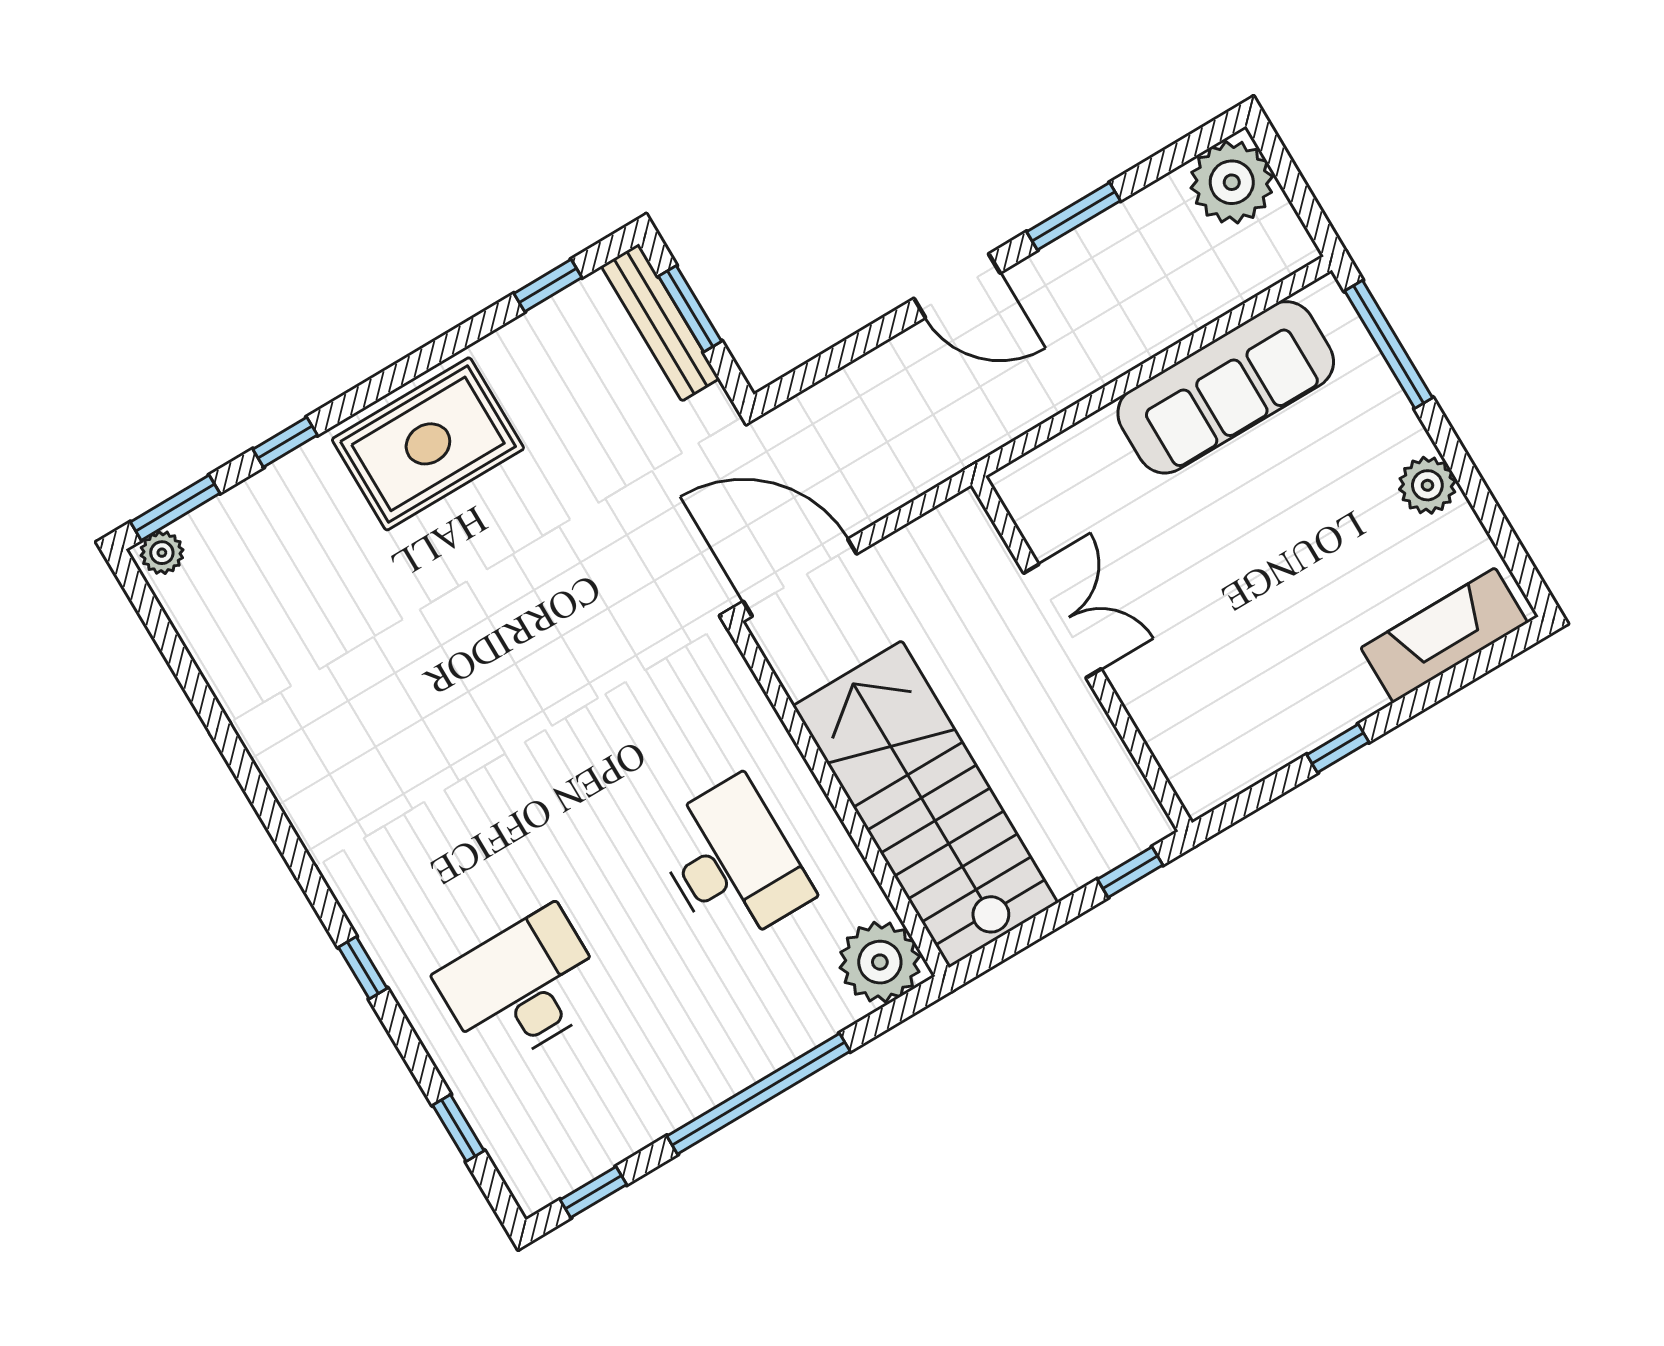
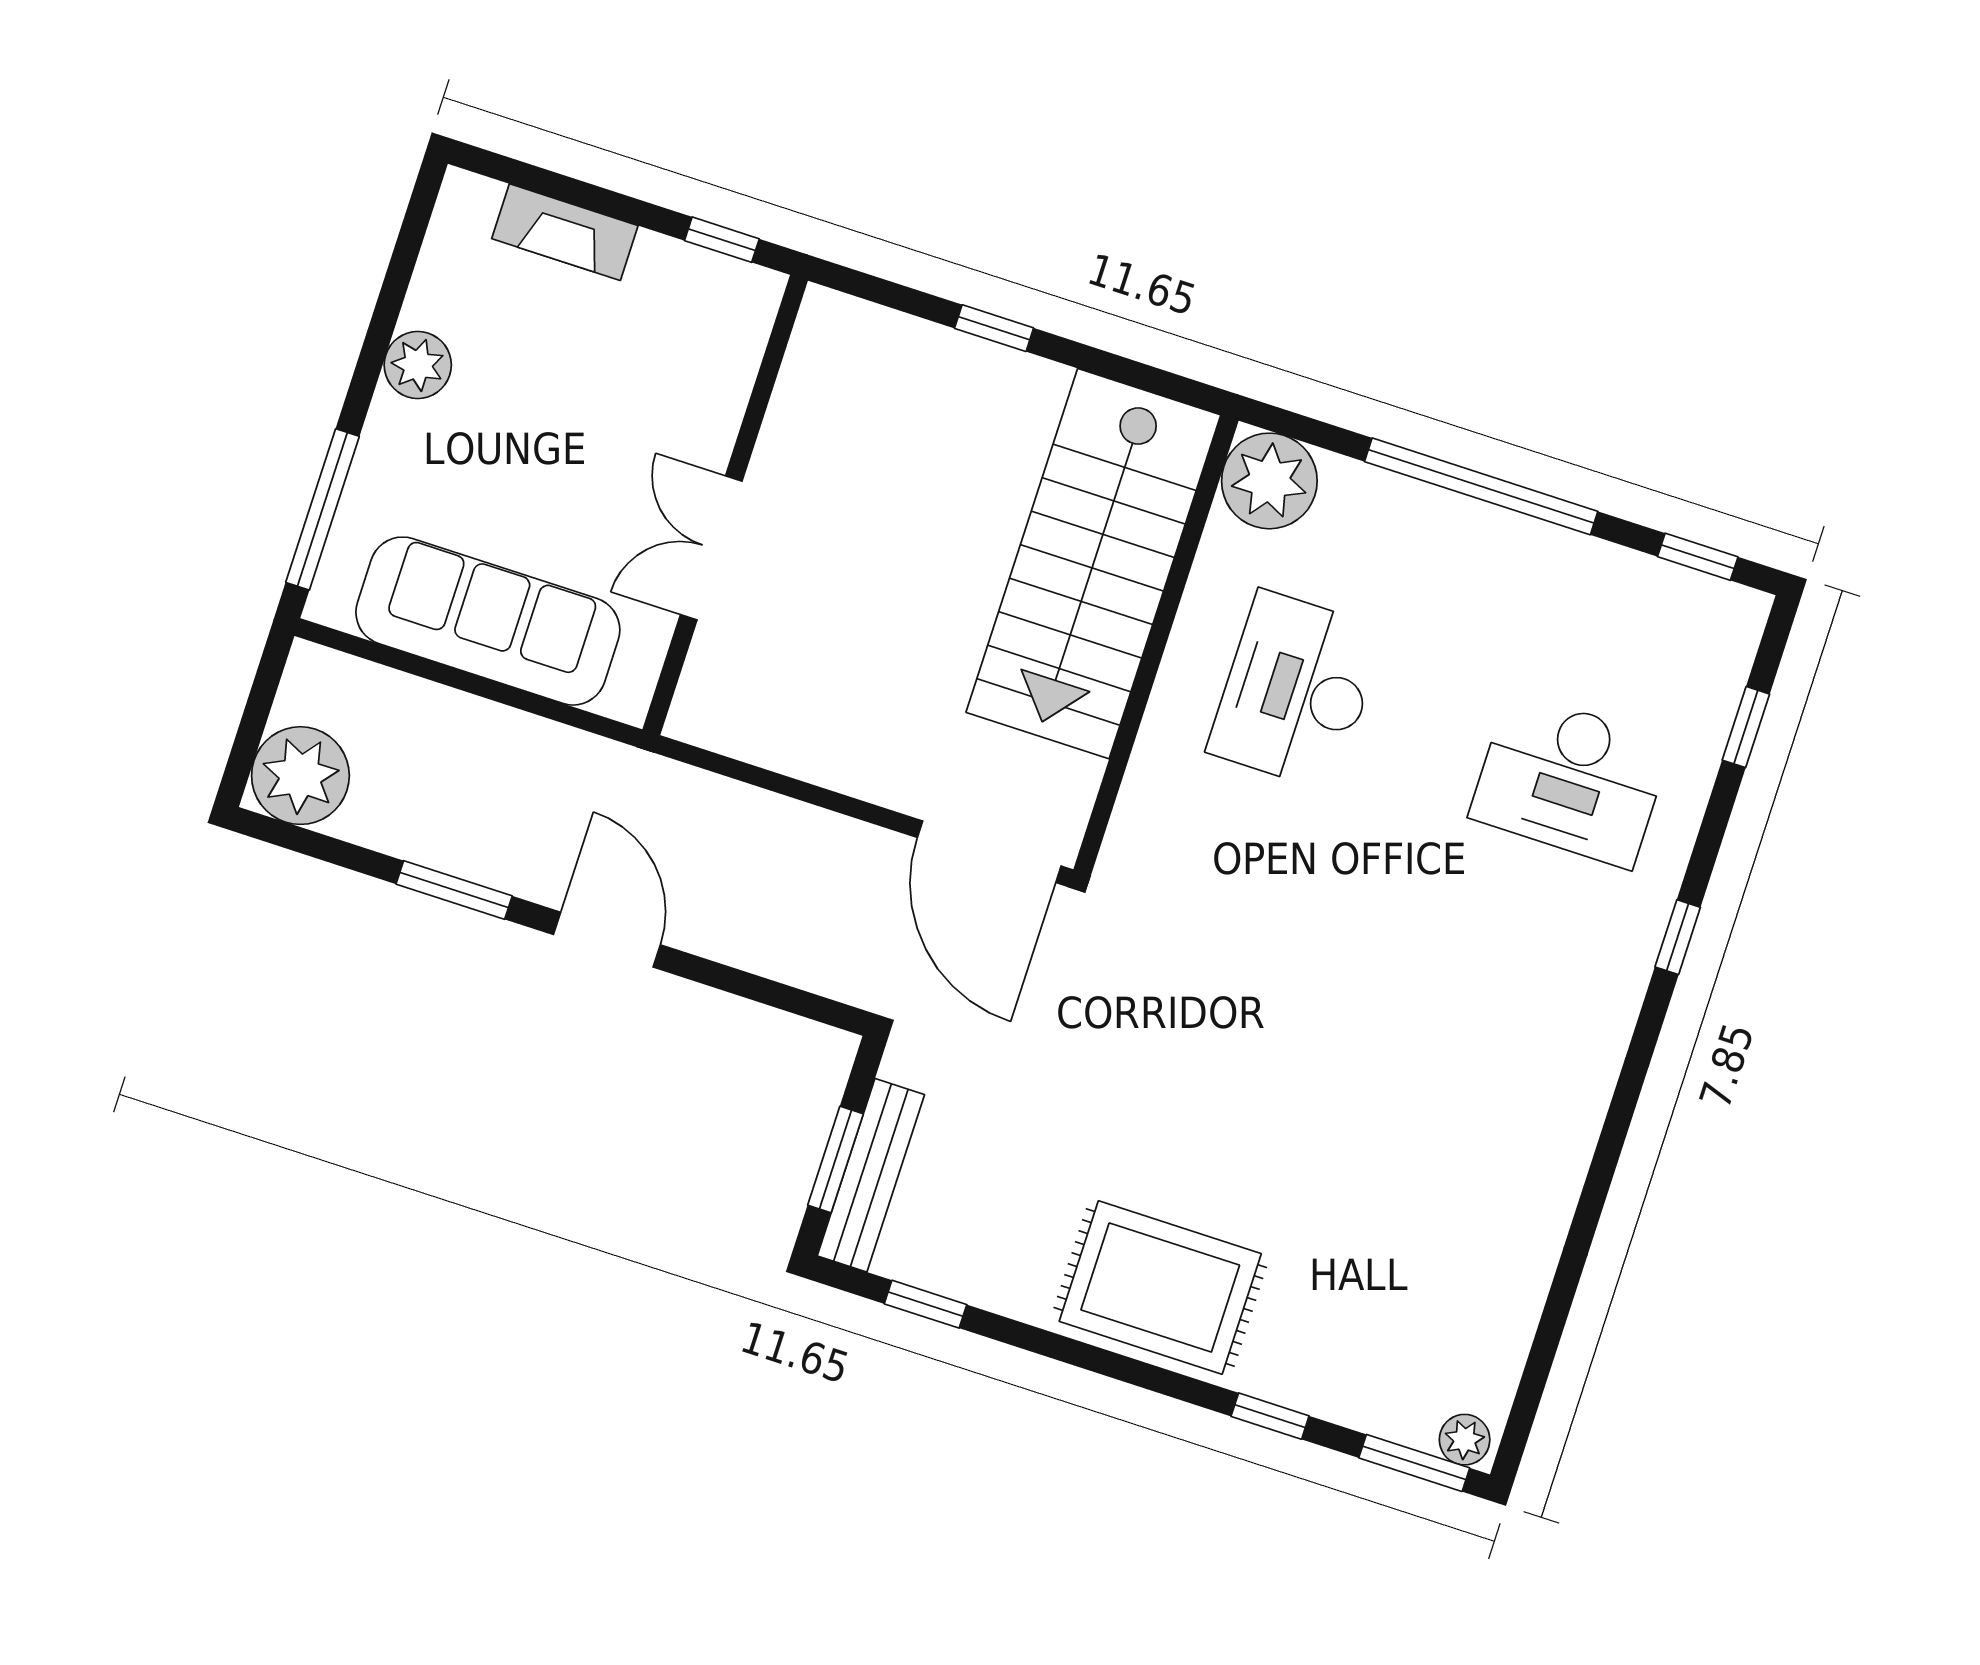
double door: (1062, 621) -> (711, 548), moved
fireplace: (1444, 635) -> (565, 232), width x0.73, depth x0.76
wall: (1082, 654) -> (725, 505), moved

